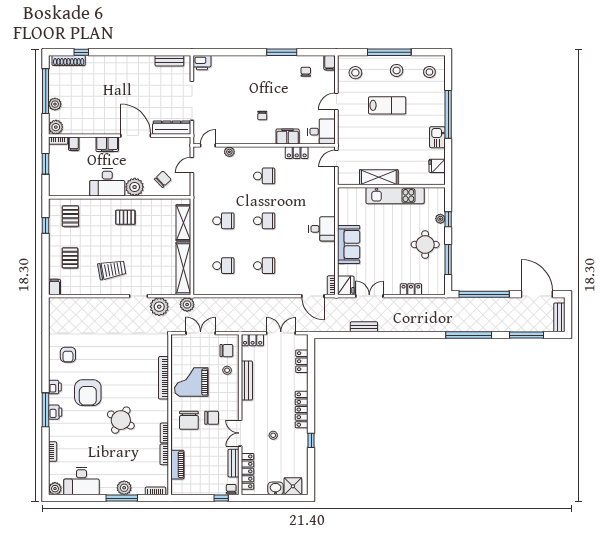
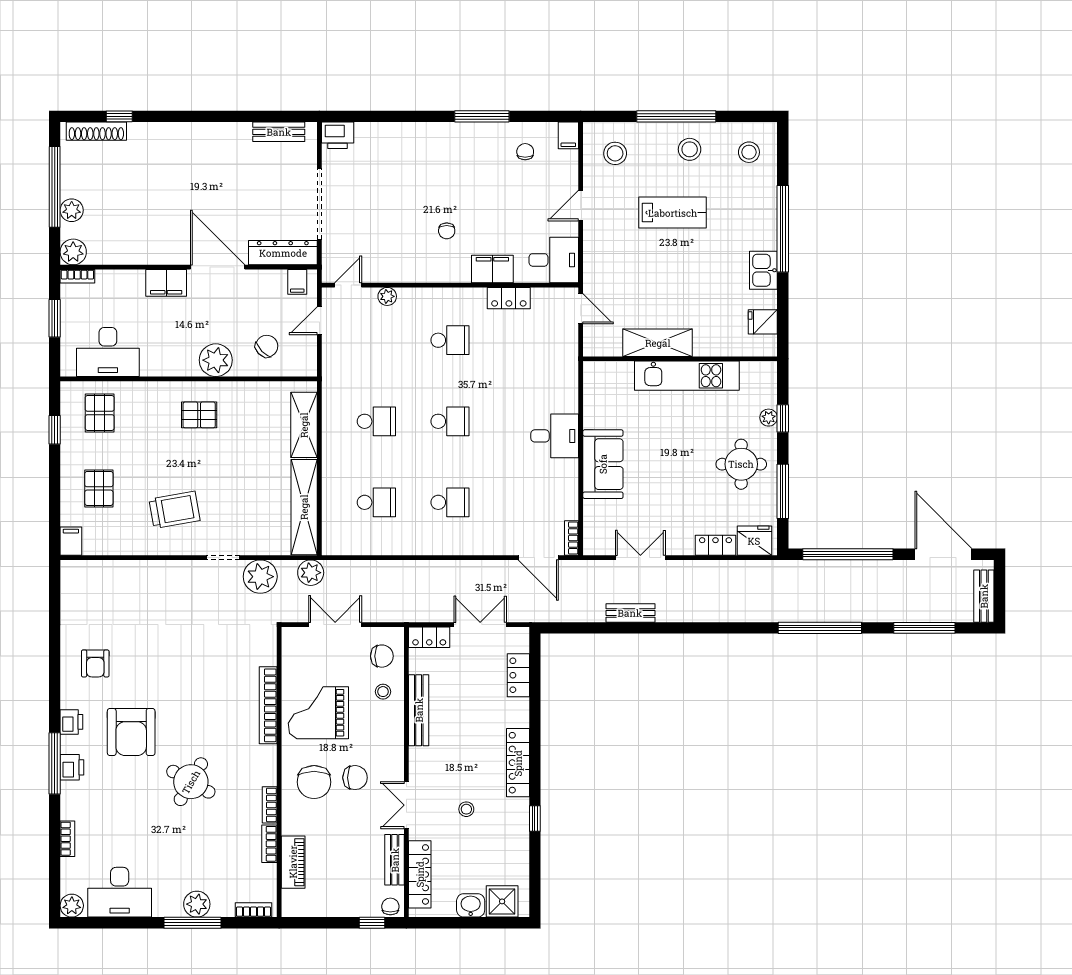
filing cabinet: (74, 144) -> (297, 282), moved
door: (336, 159) -> (581, 309), swing flipped
desk: (107, 182) -> (108, 352), moved
fridge: (346, 285) -> (754, 541), moved, turned -90

